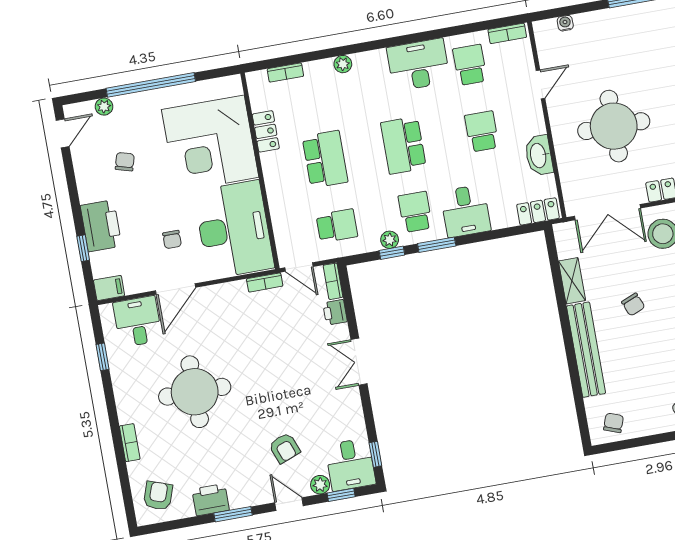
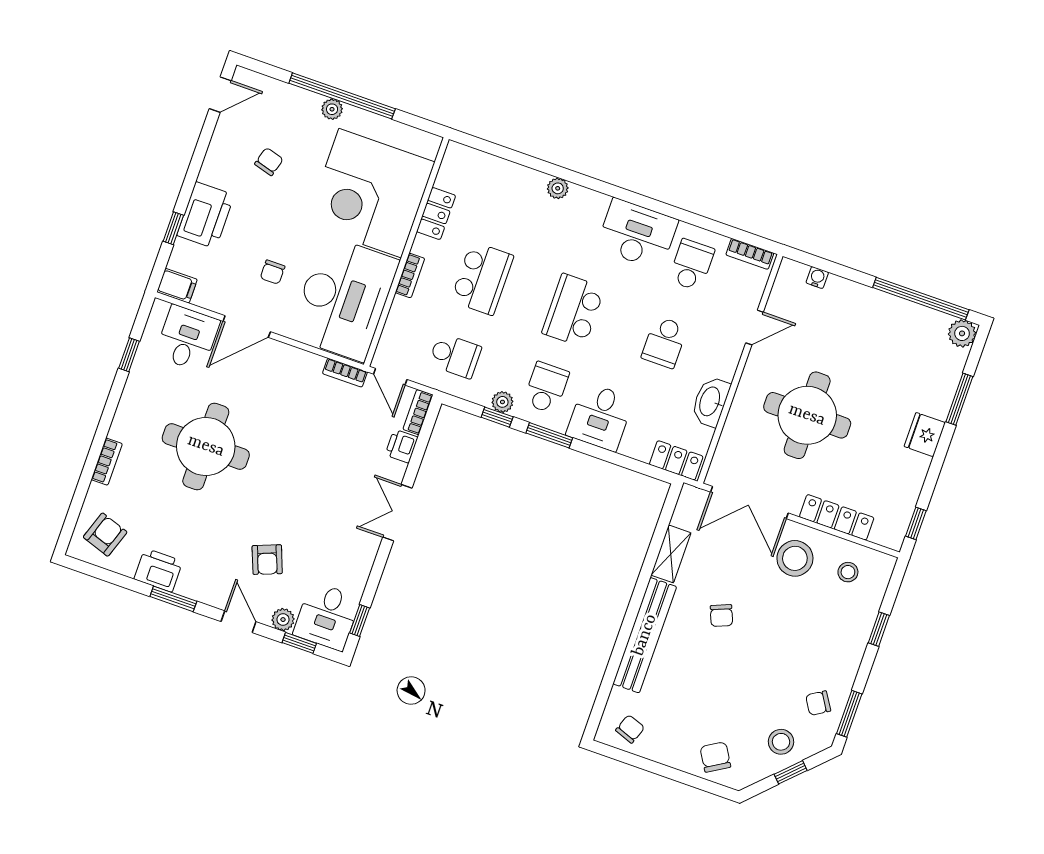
bookcase: (285, 73) -> (410, 275), moved, turned -90
plant: (104, 107) -> (332, 109), moved
school desk: (482, 131) -> (664, 342), turned 180

